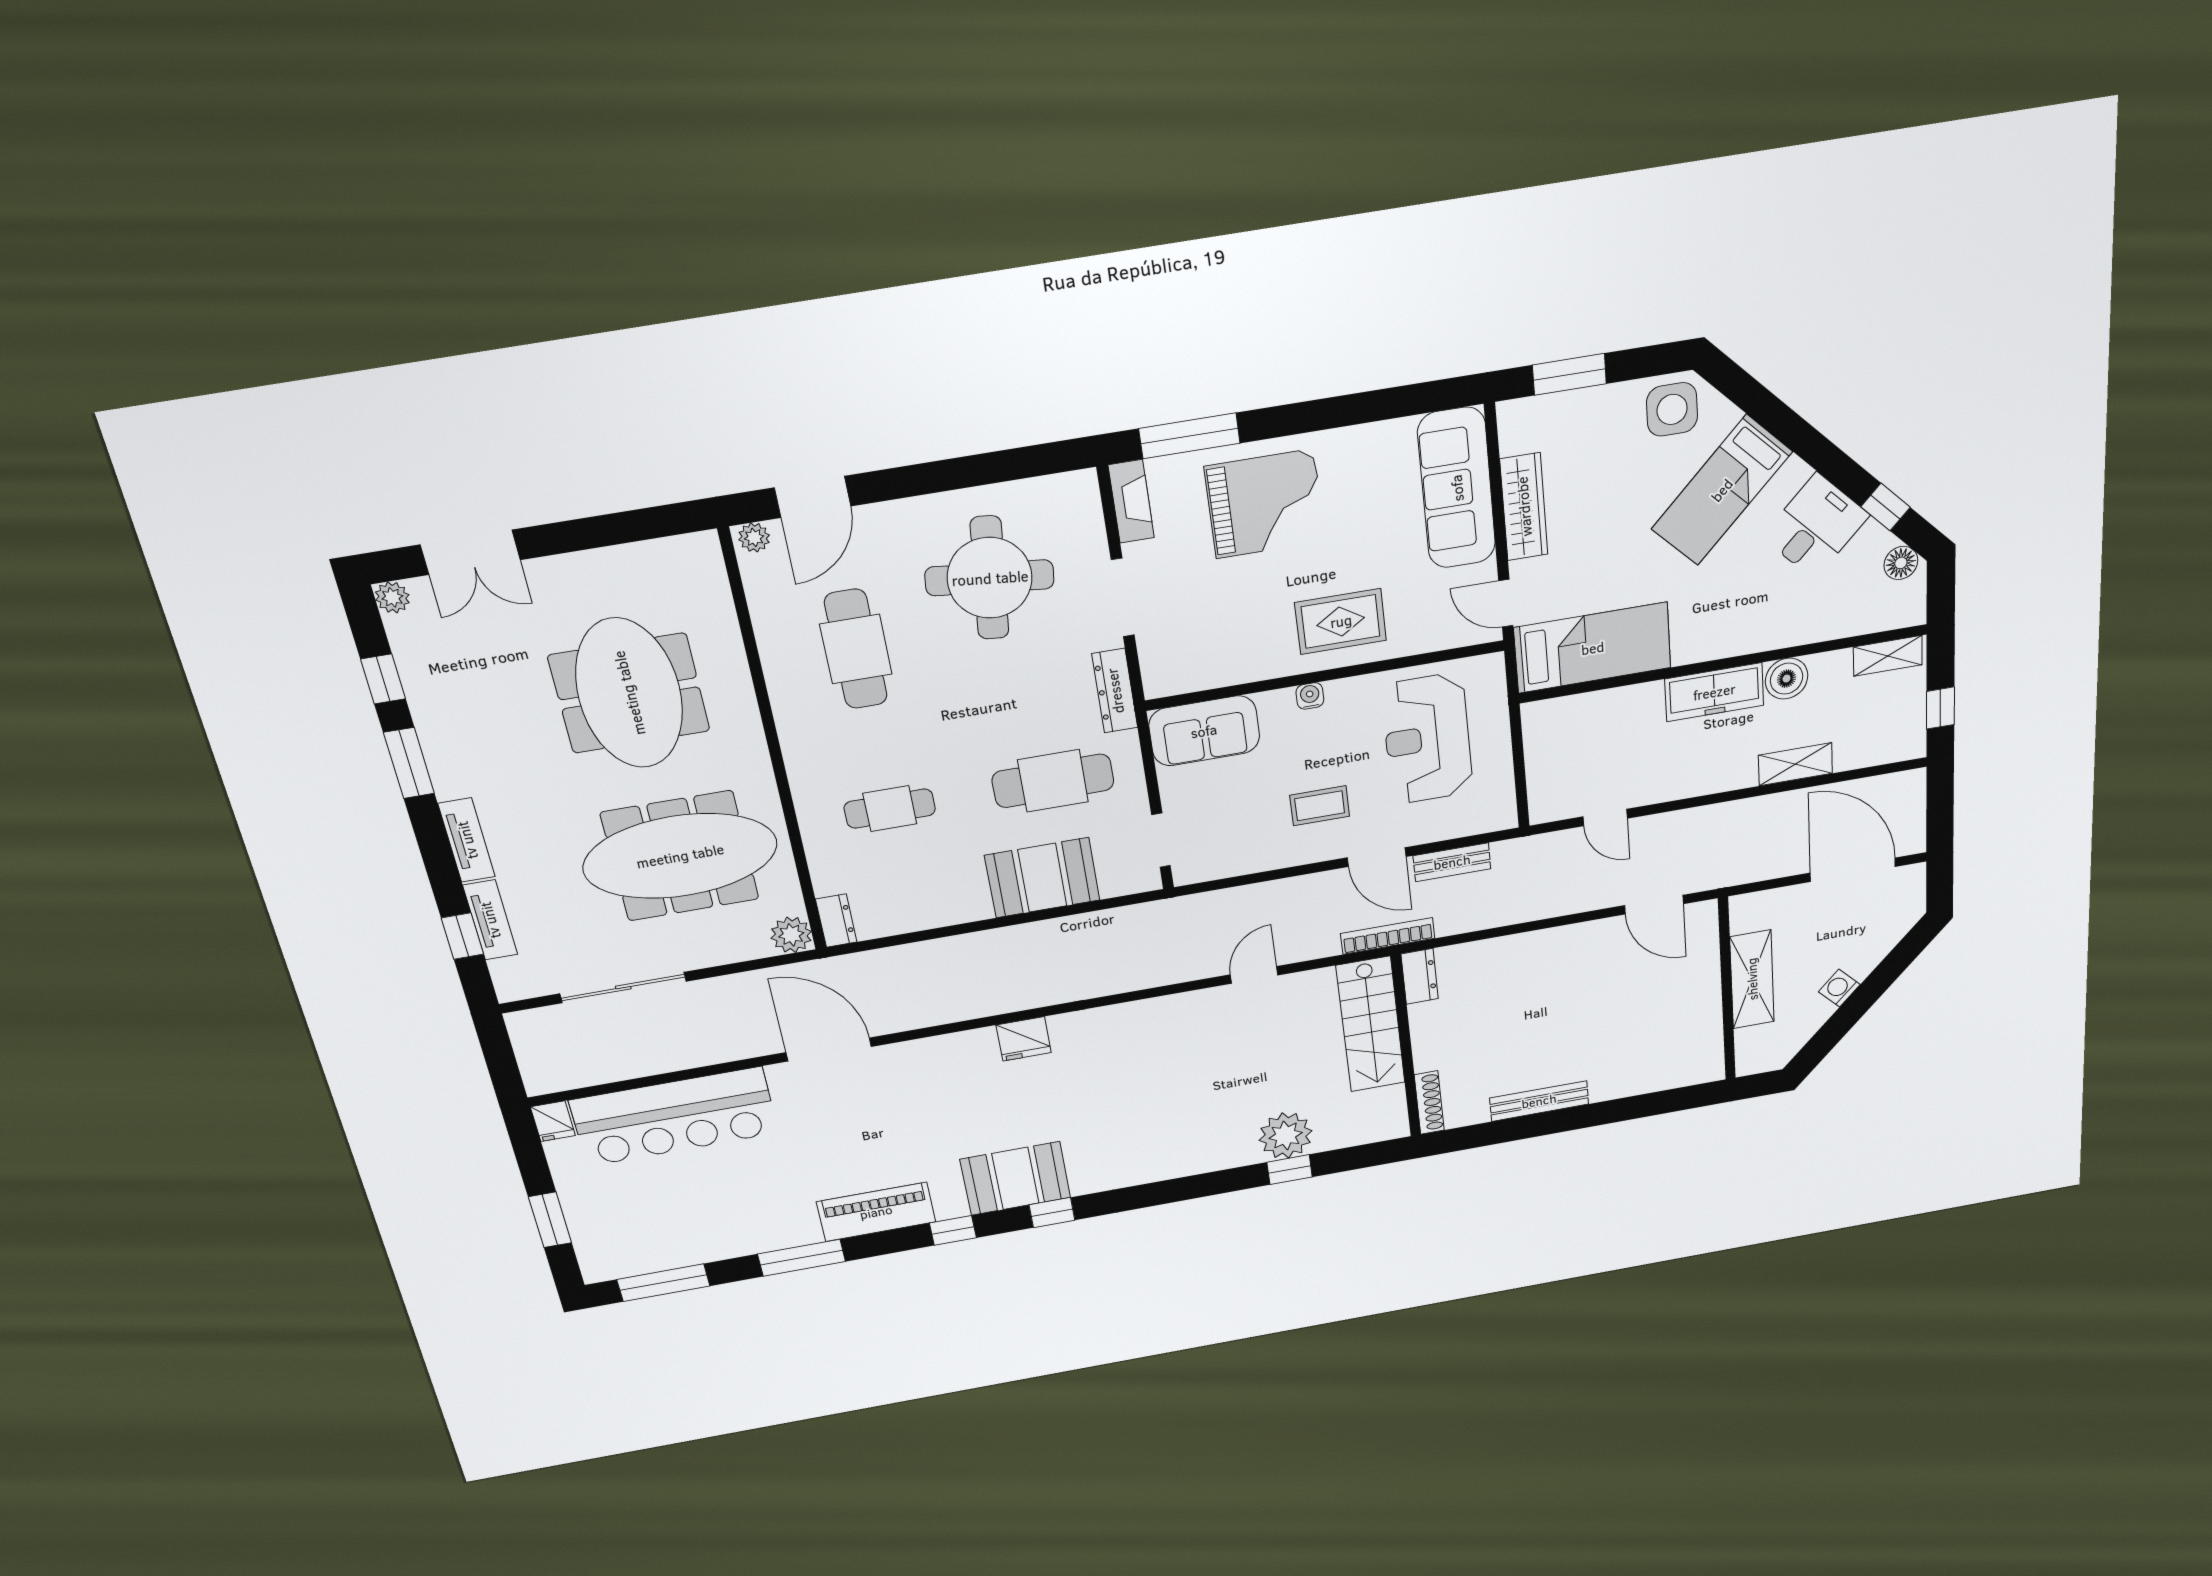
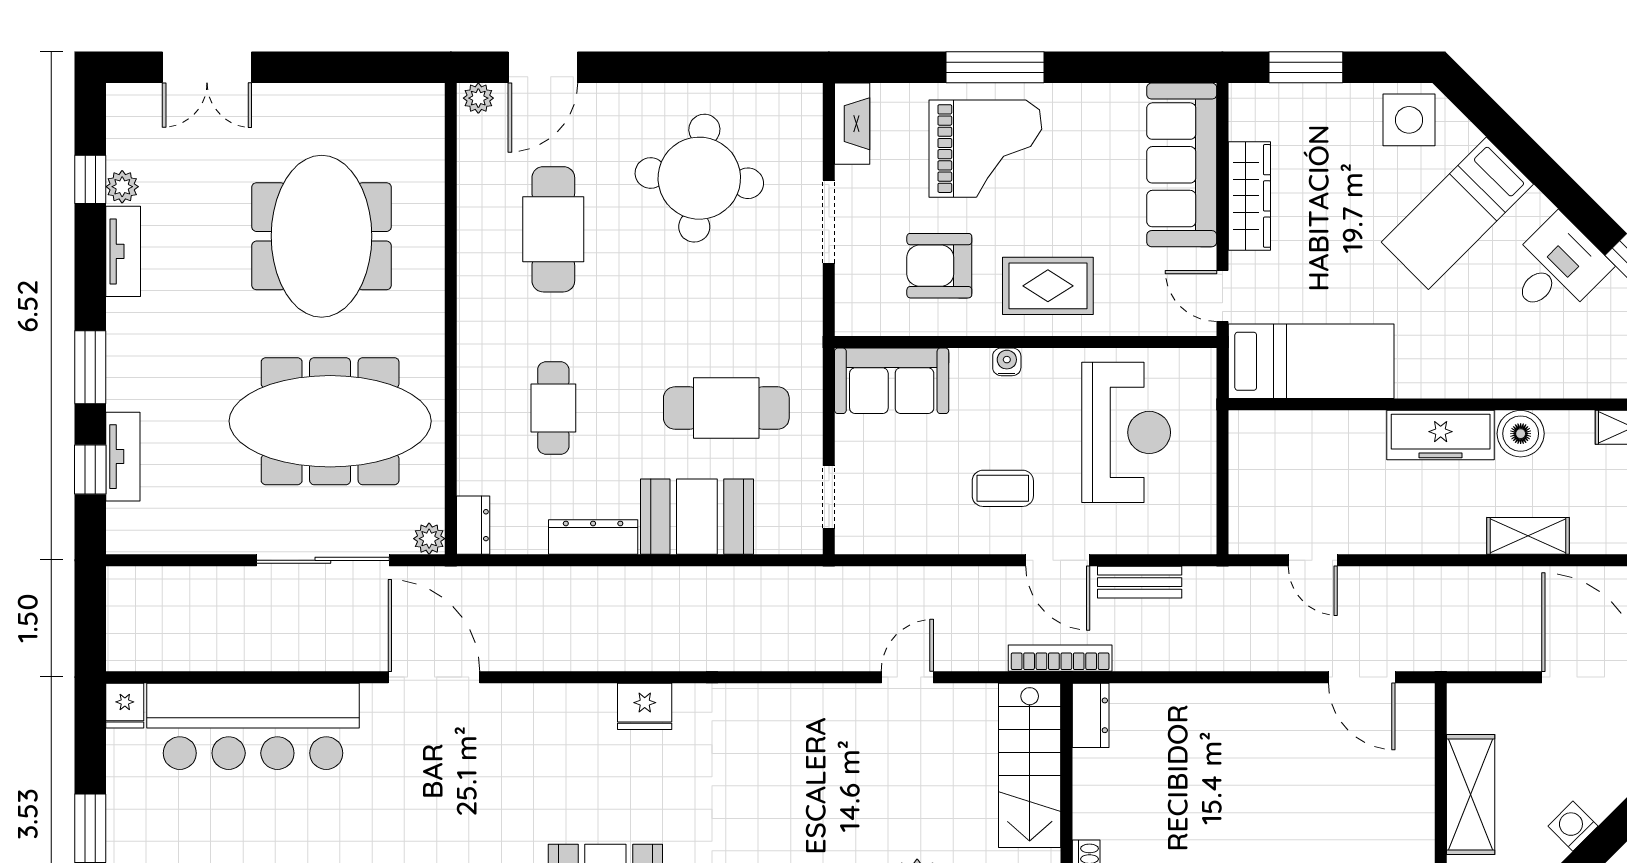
window: (1189, 436) -> (995, 67), moved
plant: (392, 597) -> (122, 187), moved
armchair: (1235, 620) -> (939, 266), added
dresser: (1115, 691) -> (593, 537), moved, turned 90
reception desk: (1427, 739) -> (1126, 432), turned 180
window: (409, 763) -> (90, 367), moved
cafe table: (890, 809) -> (553, 408), turned 90
tv unit: (467, 840) -> (123, 251), moved
plant: (791, 935) -> (429, 539), width x0.73, depth x0.73
sliding door: (623, 987) -> (323, 560), moved

